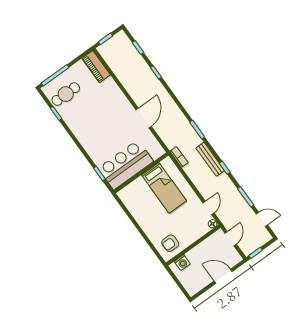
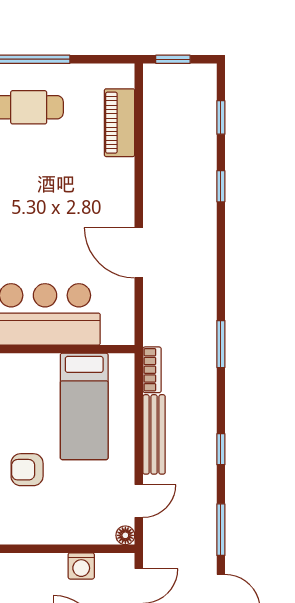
piano: (96, 67) -> (120, 123), moved
door: (144, 118) -> (139, 253), swing flipped
bench: (210, 159) -> (154, 434), moved
armchair: (170, 243) -> (27, 470), moved
washing machine: (182, 263) -> (81, 566), moved

